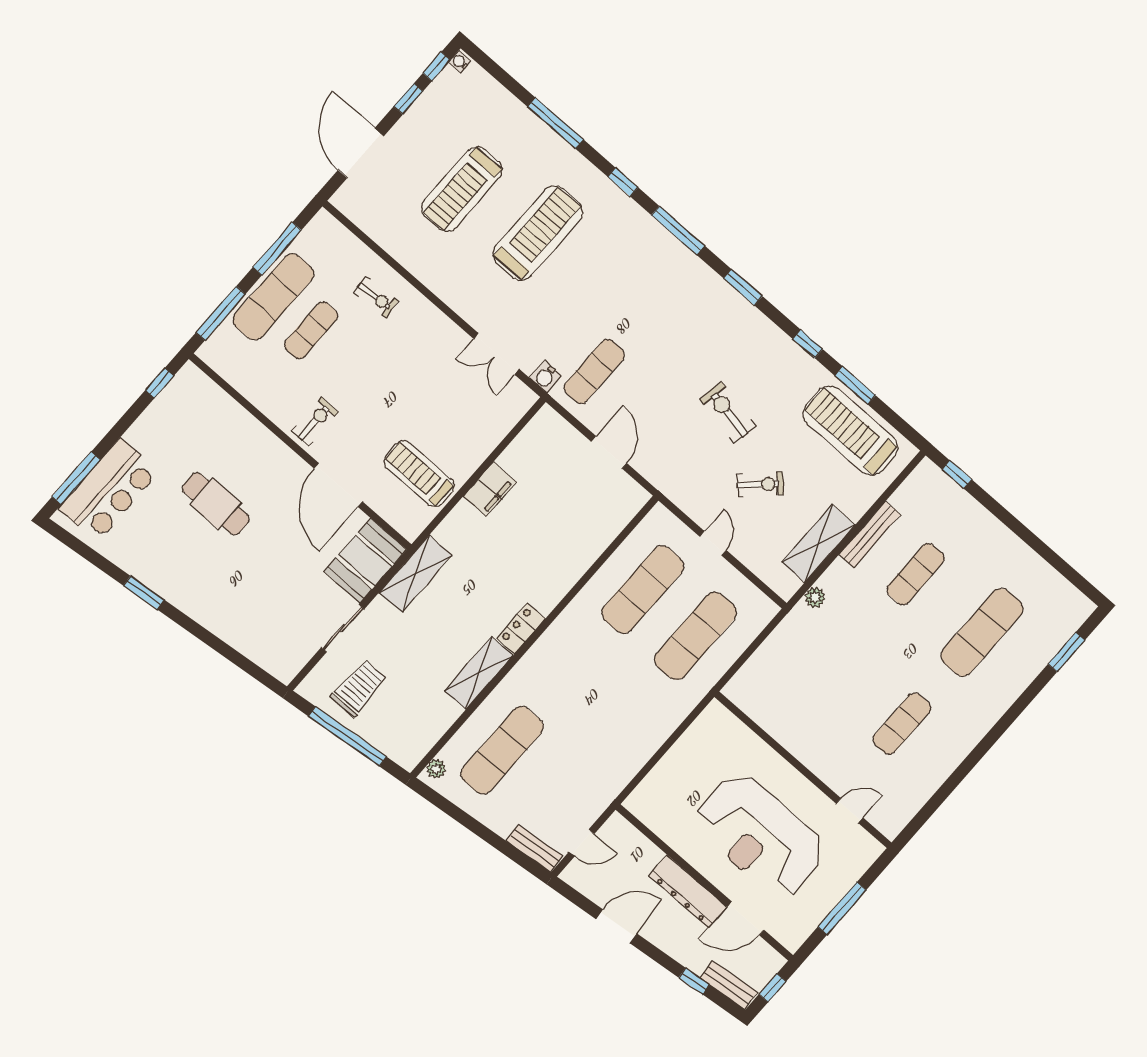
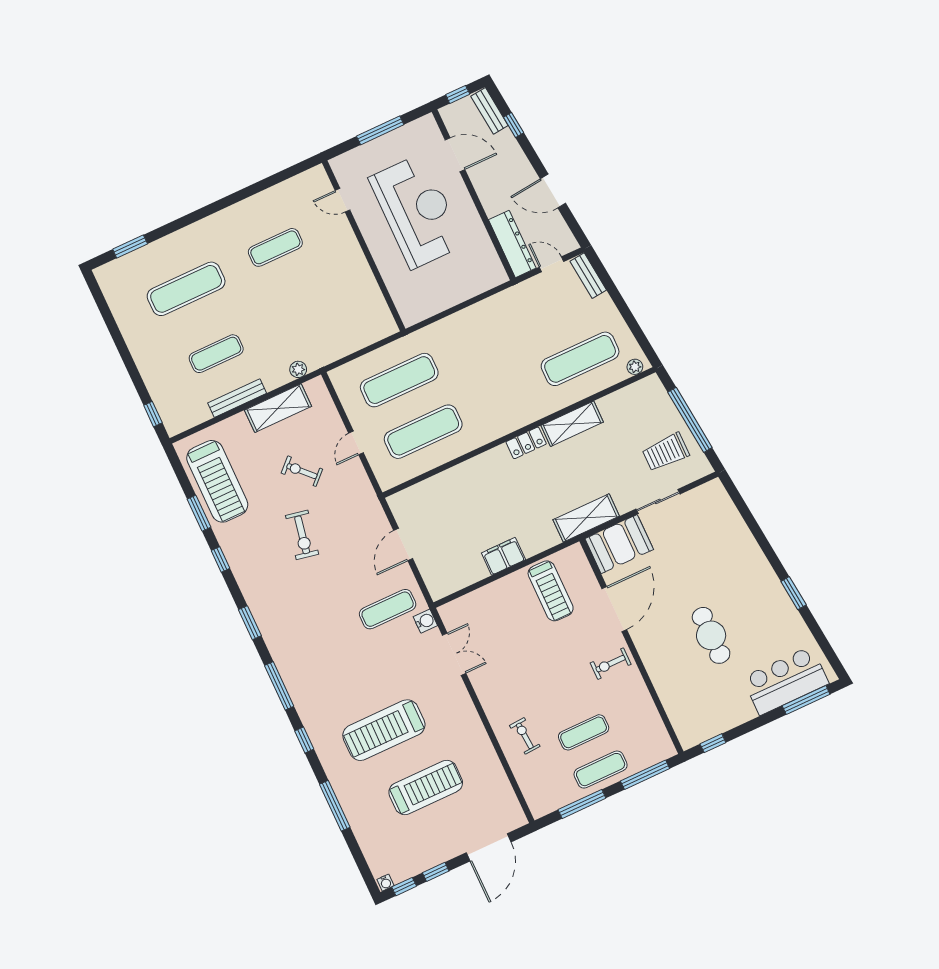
exercise mat: (273, 297) -> (601, 770), width x0.73, depth x0.69
dresser: (688, 891) -> (512, 244), moved

